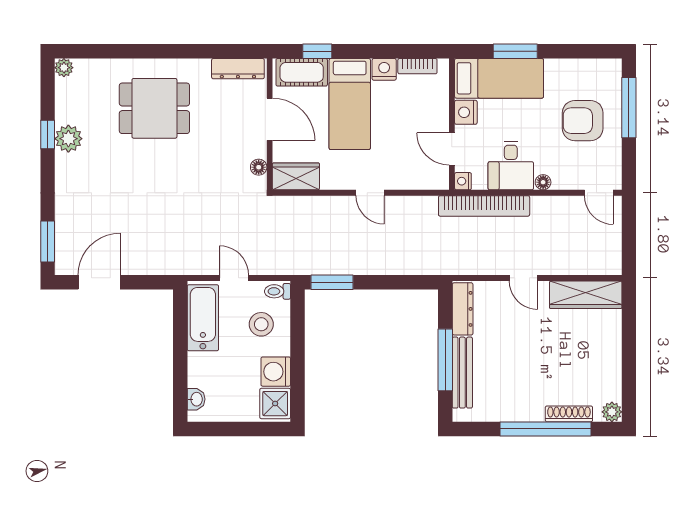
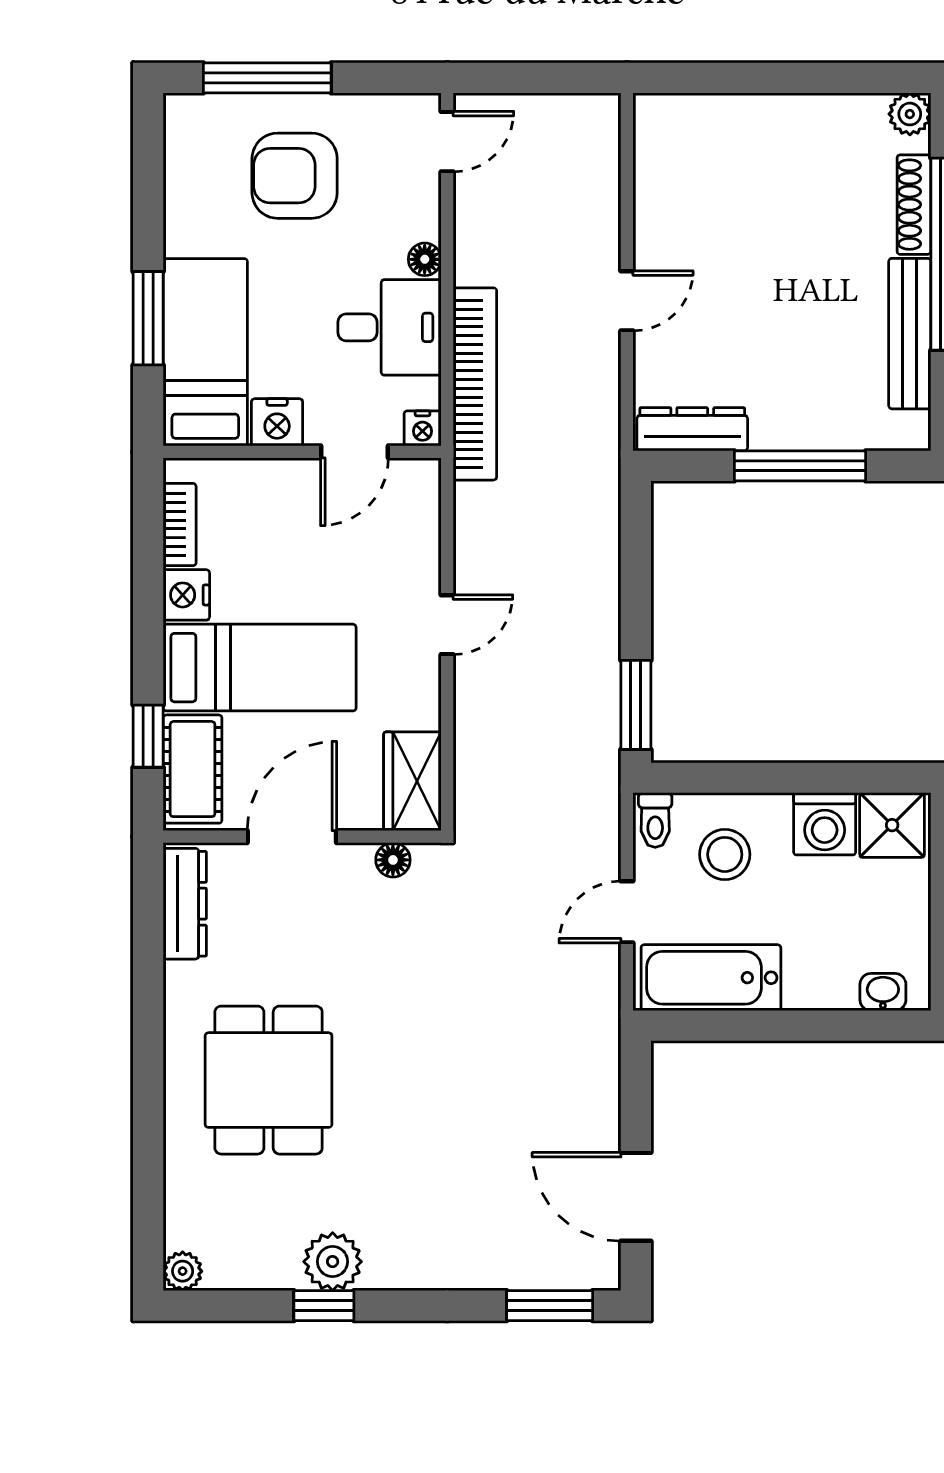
armchair: (583, 121) -> (295, 176), turned 90
wardrobe: (586, 295) -> (662, 169), removed
bench: (462, 373) -> (910, 334), moved, turned 90

